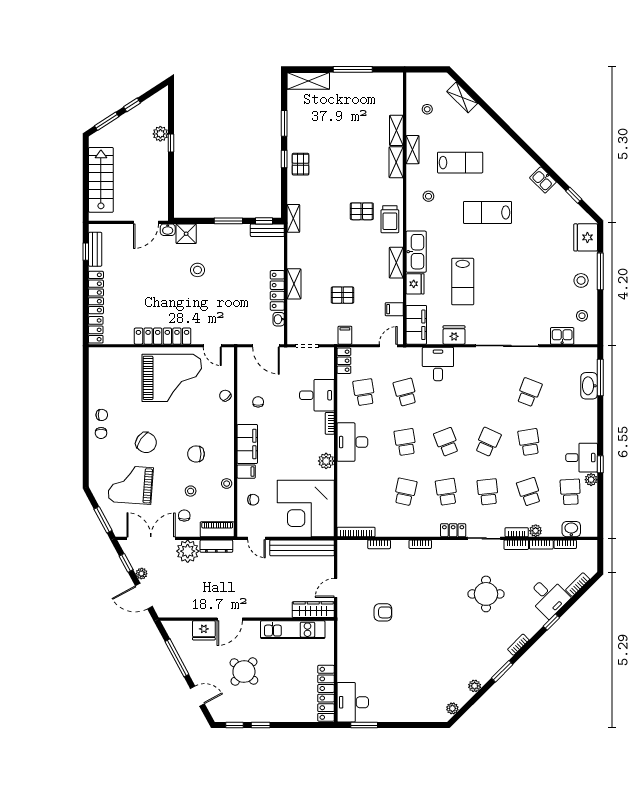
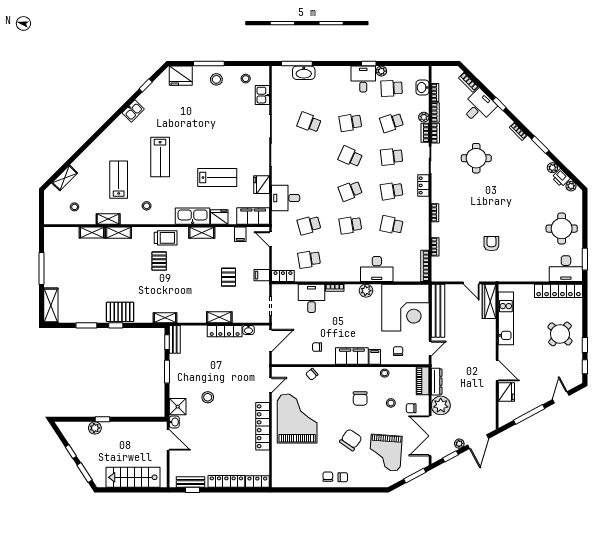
pallet: (301, 164) -> (120, 312), width x1.50, depth x1.42
desk: (352, 442) -> (377, 269), moved
round table: (244, 672) -> (560, 334), moved
printer: (462, 696) -> (561, 178), added
round table: (401, 697) -> (562, 229), added

